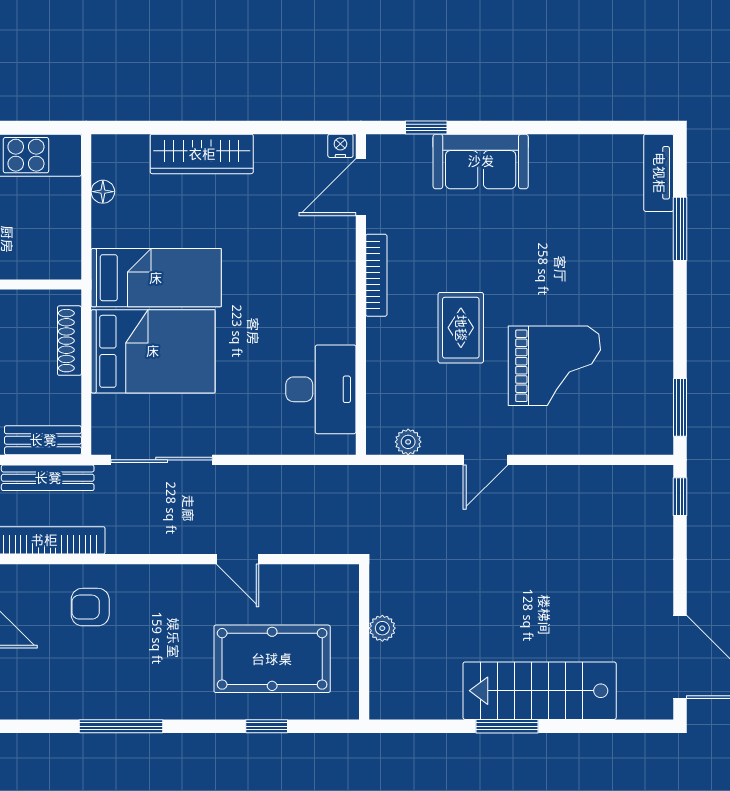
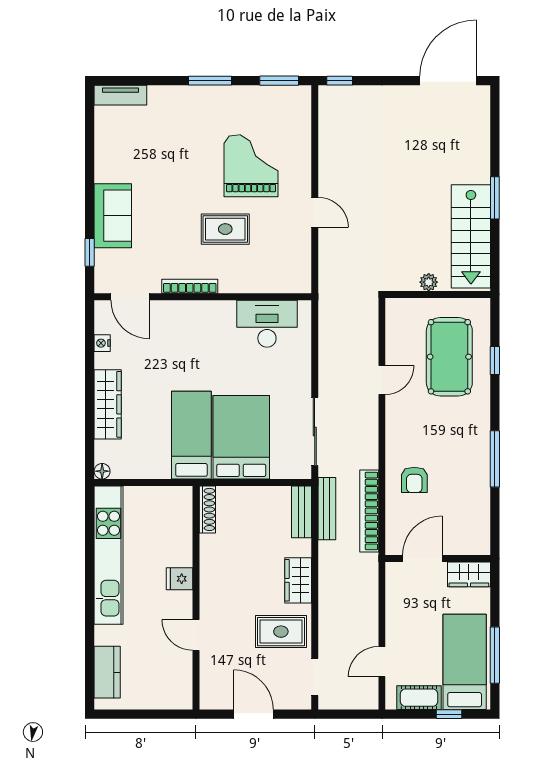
nightstand: (340, 146) -> (102, 343), moved
floor lamp: (103, 192) -> (102, 471), moved
window: (680, 229) -> (210, 81), moved
shoe rack: (69, 341) -> (207, 509), moved, turned -90
plant: (408, 442) -> (303, 265), removed
stairs: (540, 691) -> (471, 236), moved

